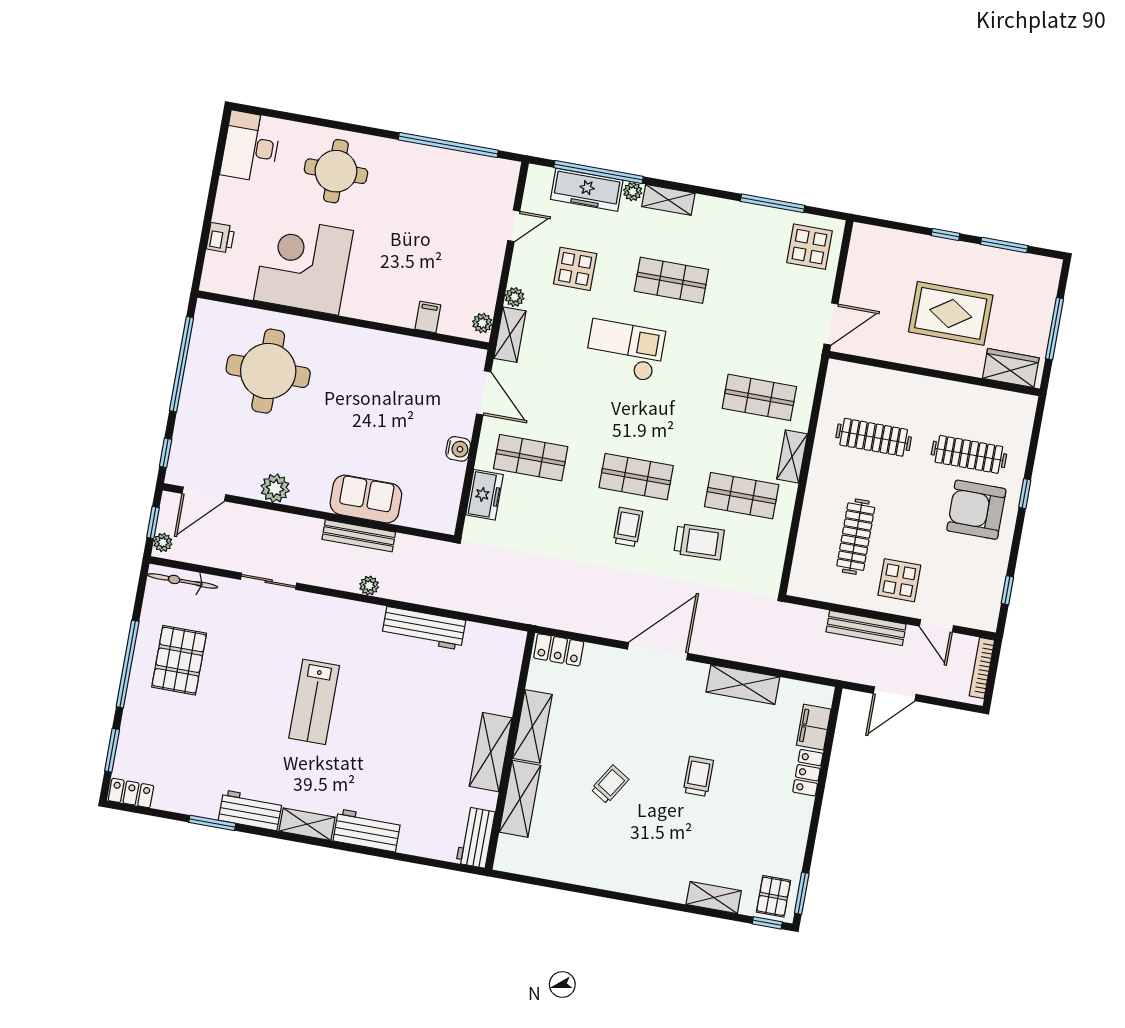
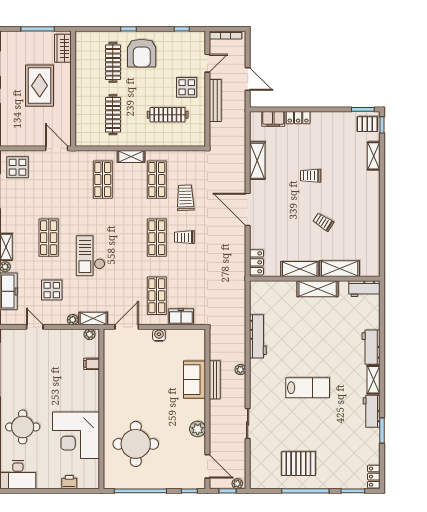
bicycle: (183, 581) -> (256, 469), removed

